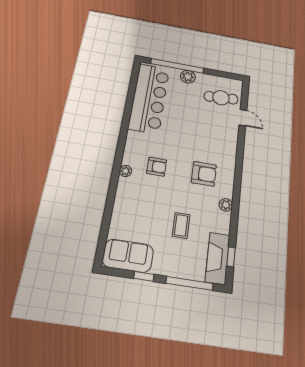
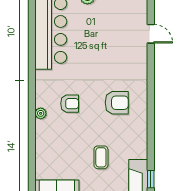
cafe table: (221, 98) -> (126, 15), removed
plant: (226, 205) -> (141, 131), removed

